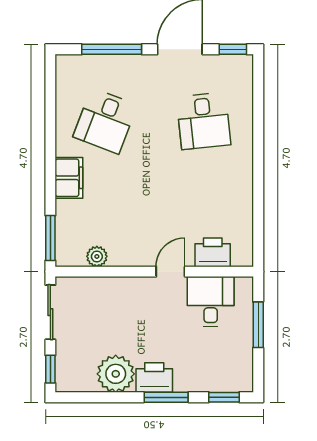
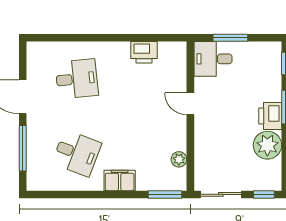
window: (233, 49) -> (23, 57), removed
printer: (213, 252) -> (144, 52), moved, turned -90
desk: (211, 302) -> (213, 59), moved

